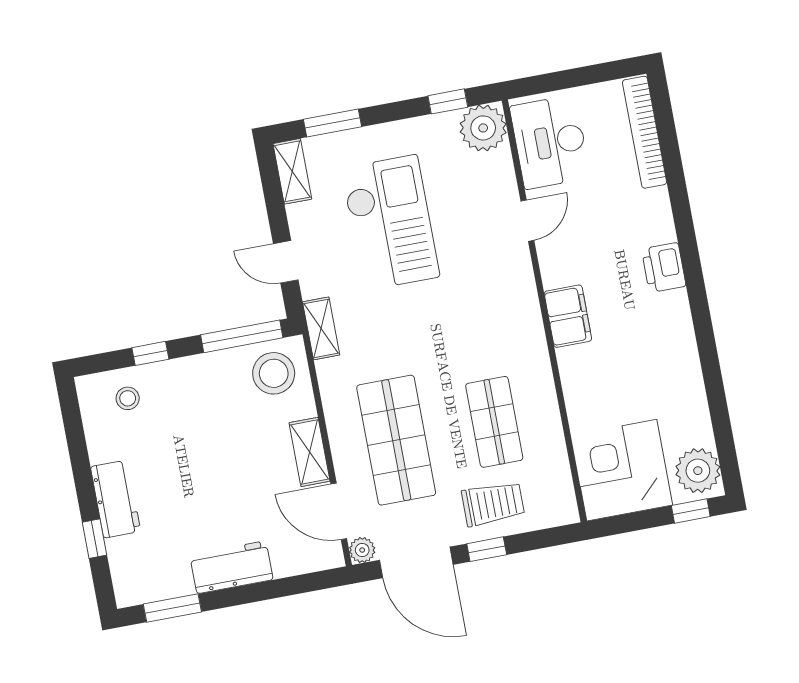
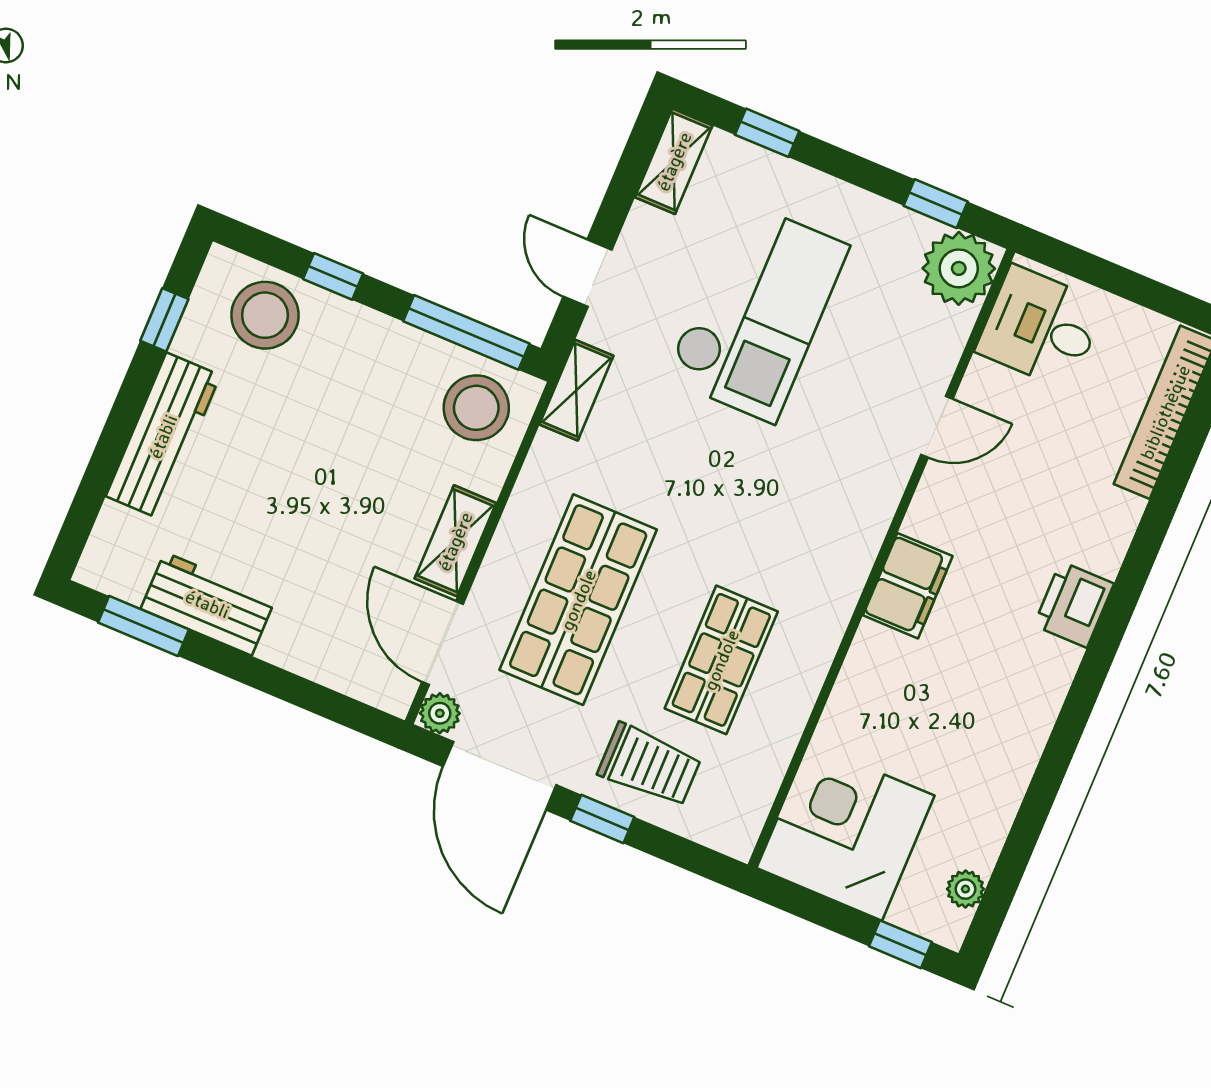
window: (332, 123) -> (767, 133), width x0.67
desk: (550, 142) -> (1041, 327), width x0.73
stool: (128, 398) -> (265, 315), width x1.89, depth x1.89
plant: (698, 471) -> (965, 889), width x0.53, depth x0.53
workbench: (116, 499) -> (163, 436), width x1.38
window: (94, 539) -> (164, 320), moved
workbench: (231, 567) -> (208, 604), moved

